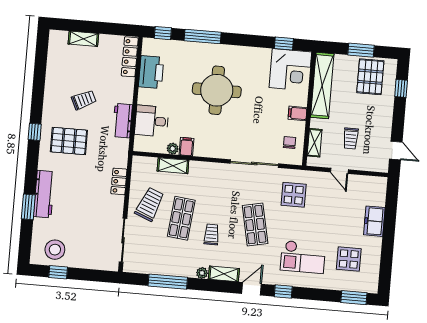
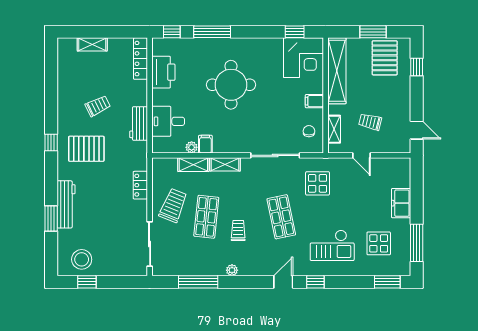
trolley: (351, 138) -> (370, 122), turned 104
window: (386, 262) -> (417, 243), added
shelving: (224, 274) -> (225, 164), moved

